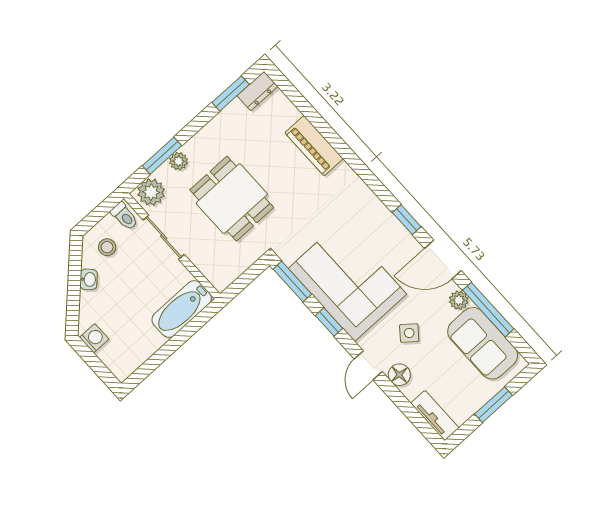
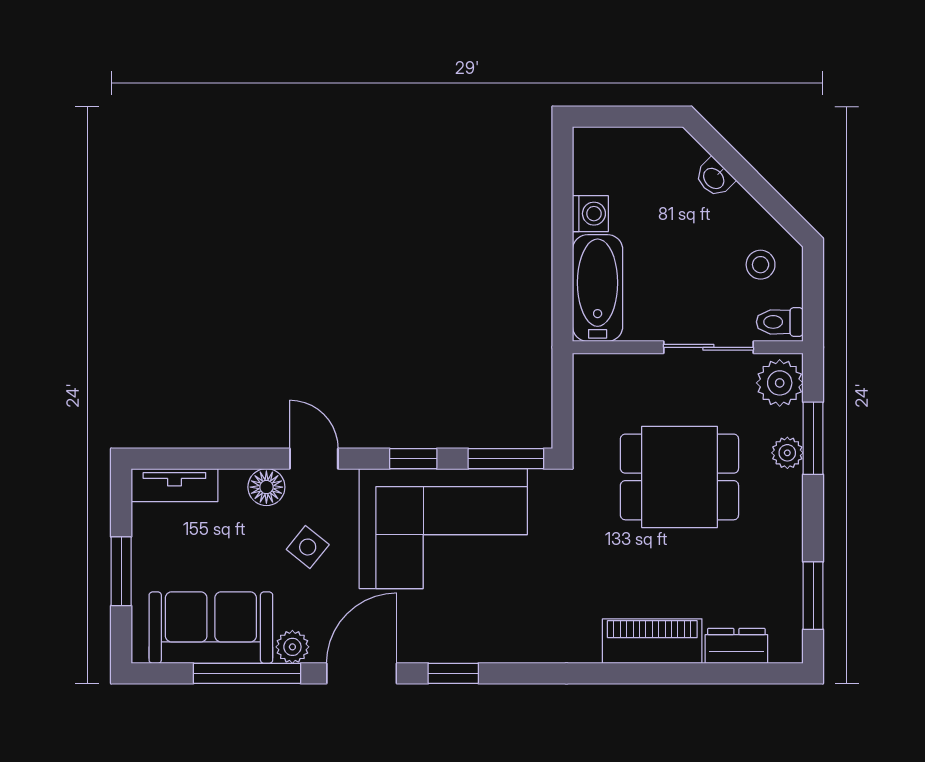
dresser: (257, 91) -> (736, 646), moved, turned 90
washbasin: (89, 279) -> (714, 178), moved
washing machine: (94, 338) -> (590, 214), moved, turned -90

